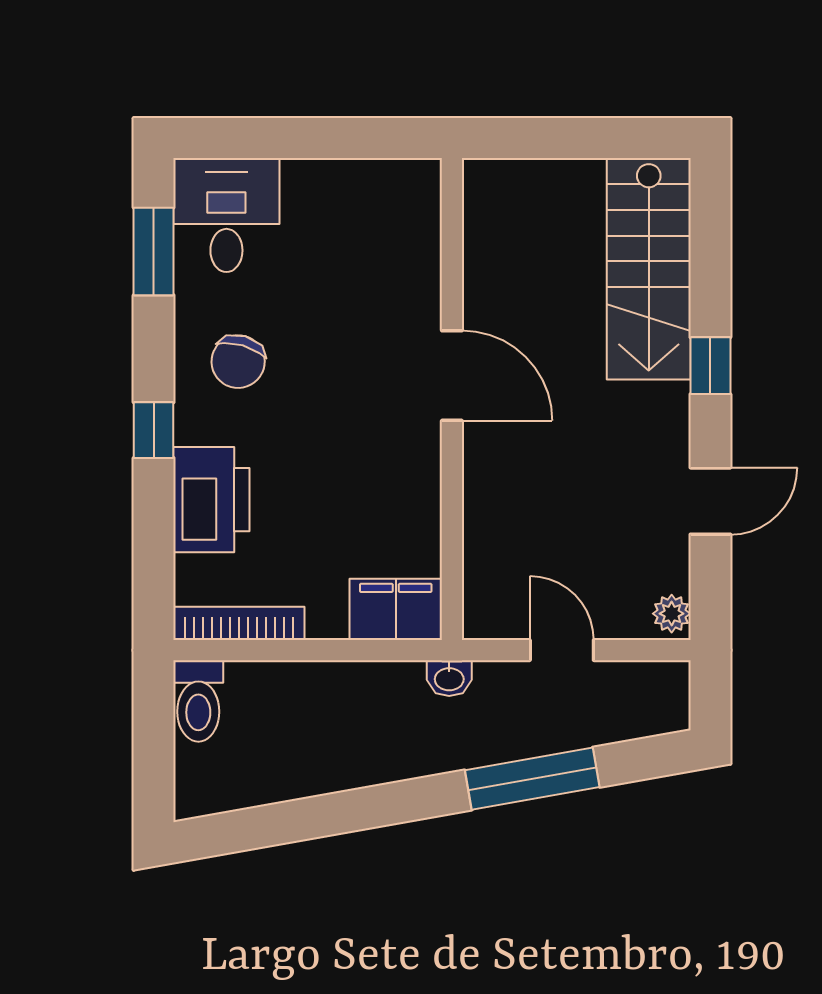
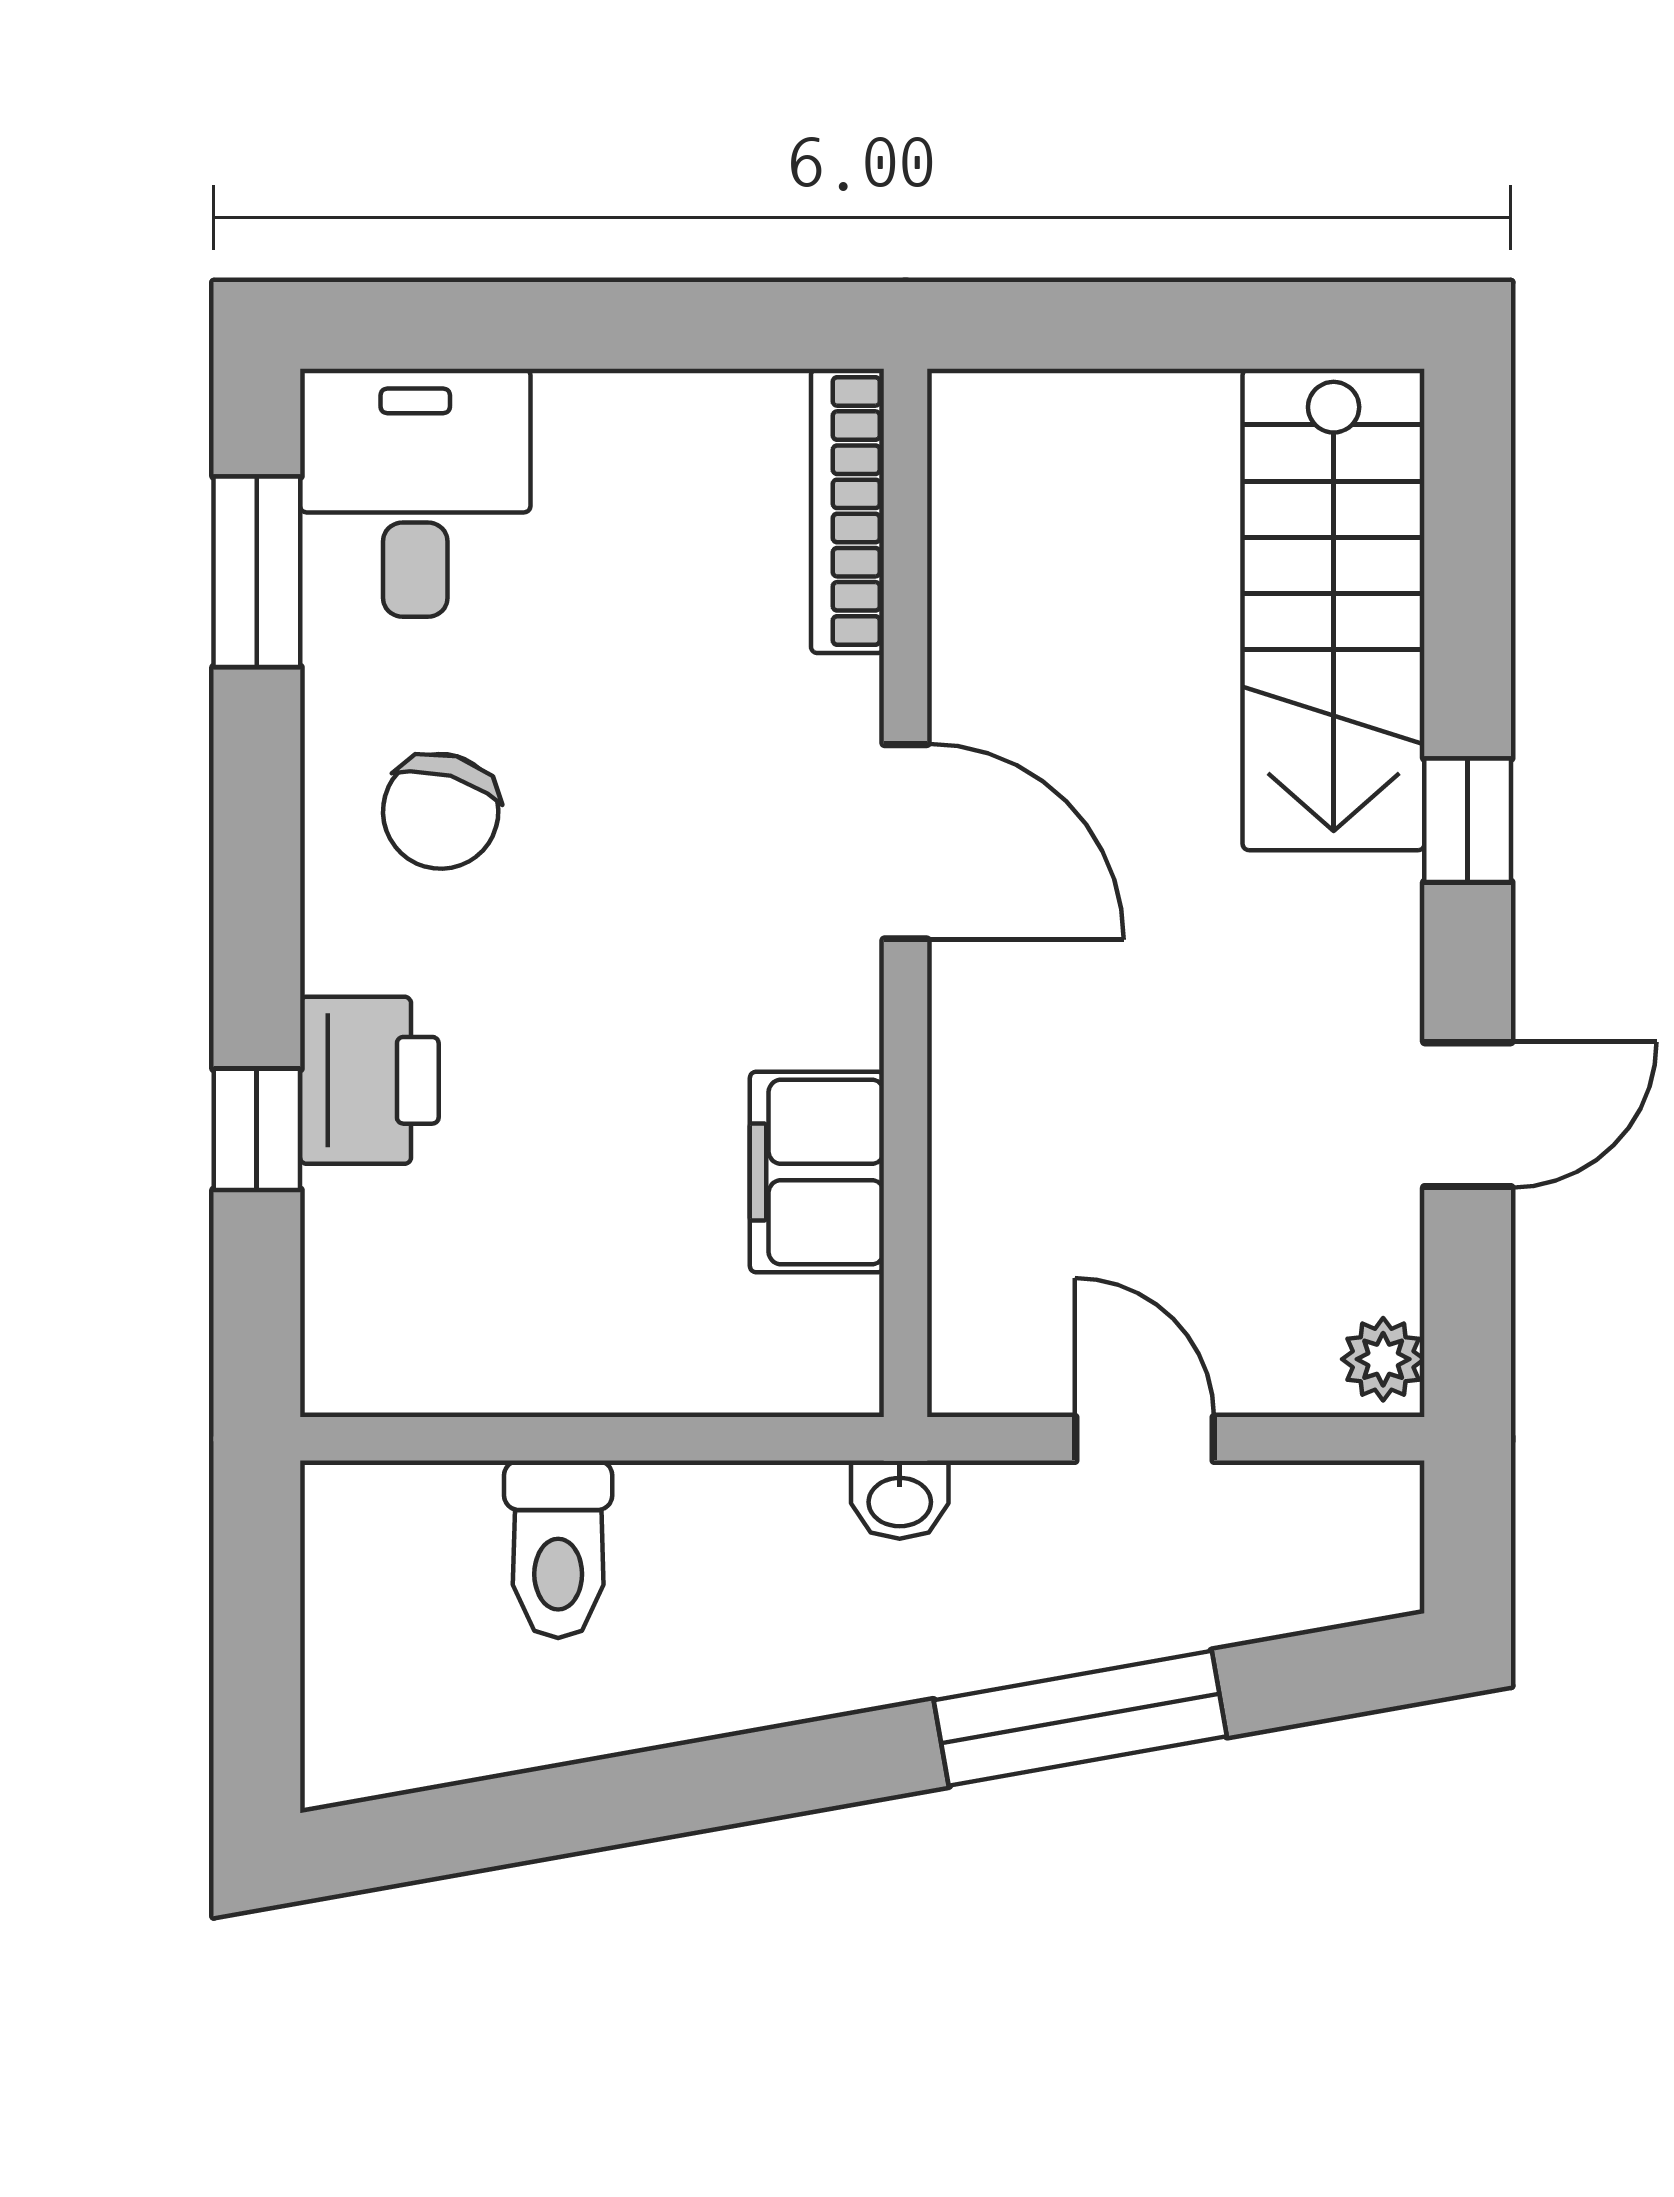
window: (154, 430) -> (257, 1129), moved
printer: (211, 500) -> (369, 1080), width x0.73, depth x0.84
filing cabinet: (396, 609) -> (817, 1172), moved, turned -90
bookcase: (239, 623) -> (848, 511), moved, turned -90
toilet: (198, 701) -> (558, 1549), moved

